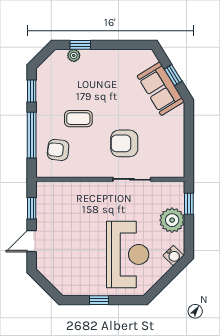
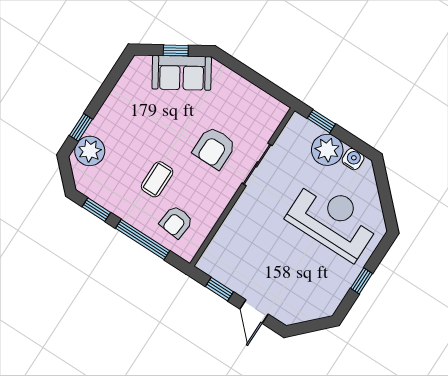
plant: (74, 55) -> (90, 151), width x1.87, depth x1.87
water cooler: (173, 256) -> (353, 159), moved, turned -45

